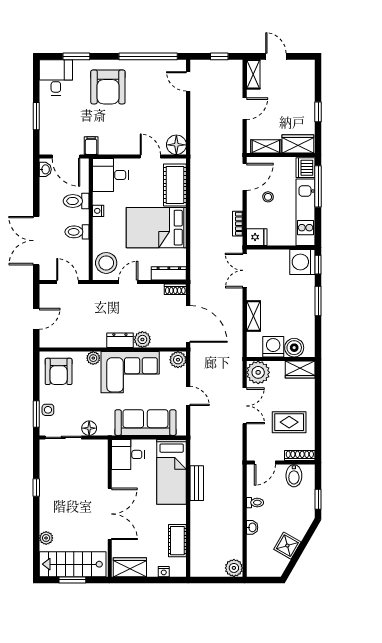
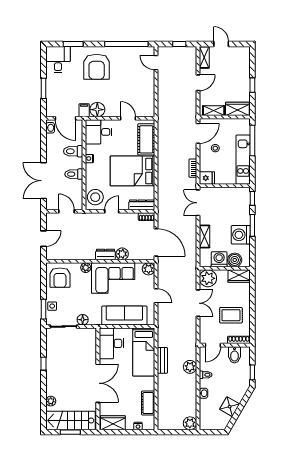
floor lamp: (176, 145) -> (97, 110), moved
dishwasher: (306, 168) -> (243, 127), removed
washing machine: (302, 262) -> (241, 235), moved
desk: (128, 454) -> (111, 343), width x1.37
plant: (234, 492) -> (190, 367), added

